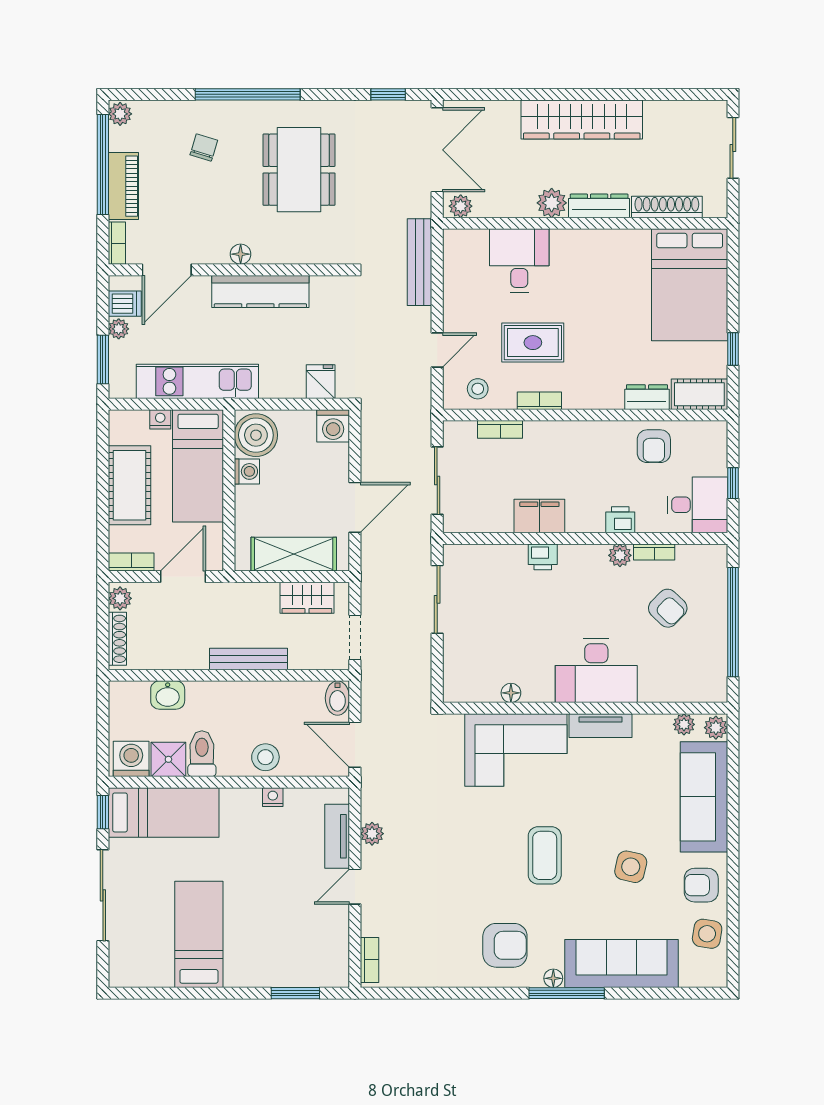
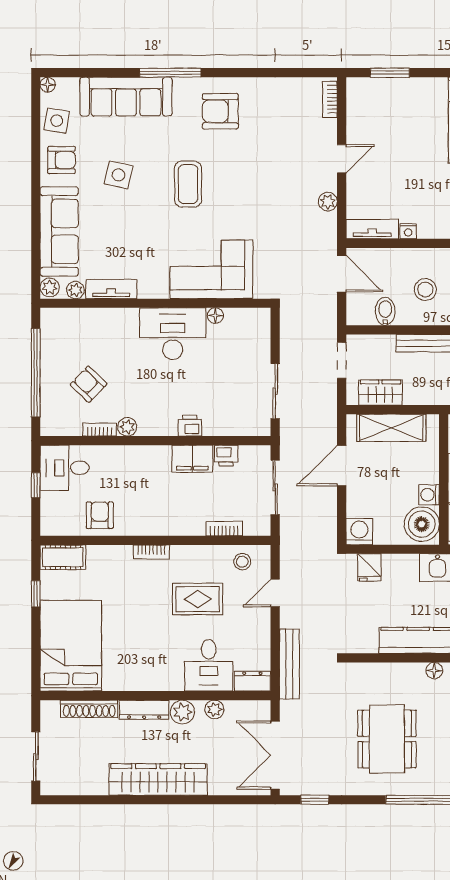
plant: (461, 206) -> (214, 709), moved
dresser: (647, 397) -> (252, 681), moved, turned 180
bookcase: (539, 401) -> (151, 552), moved
printer: (620, 520) -> (226, 456), moved
desk: (596, 671) -> (173, 334), moved
bidet: (337, 698) -> (385, 311), moved
tv unit: (601, 726) -> (111, 289), moved
stool: (265, 757) -> (425, 290), moved
tv unit: (337, 836) -> (372, 229), moved, turned -90
floor lamp: (553, 978) -> (48, 85), moved

